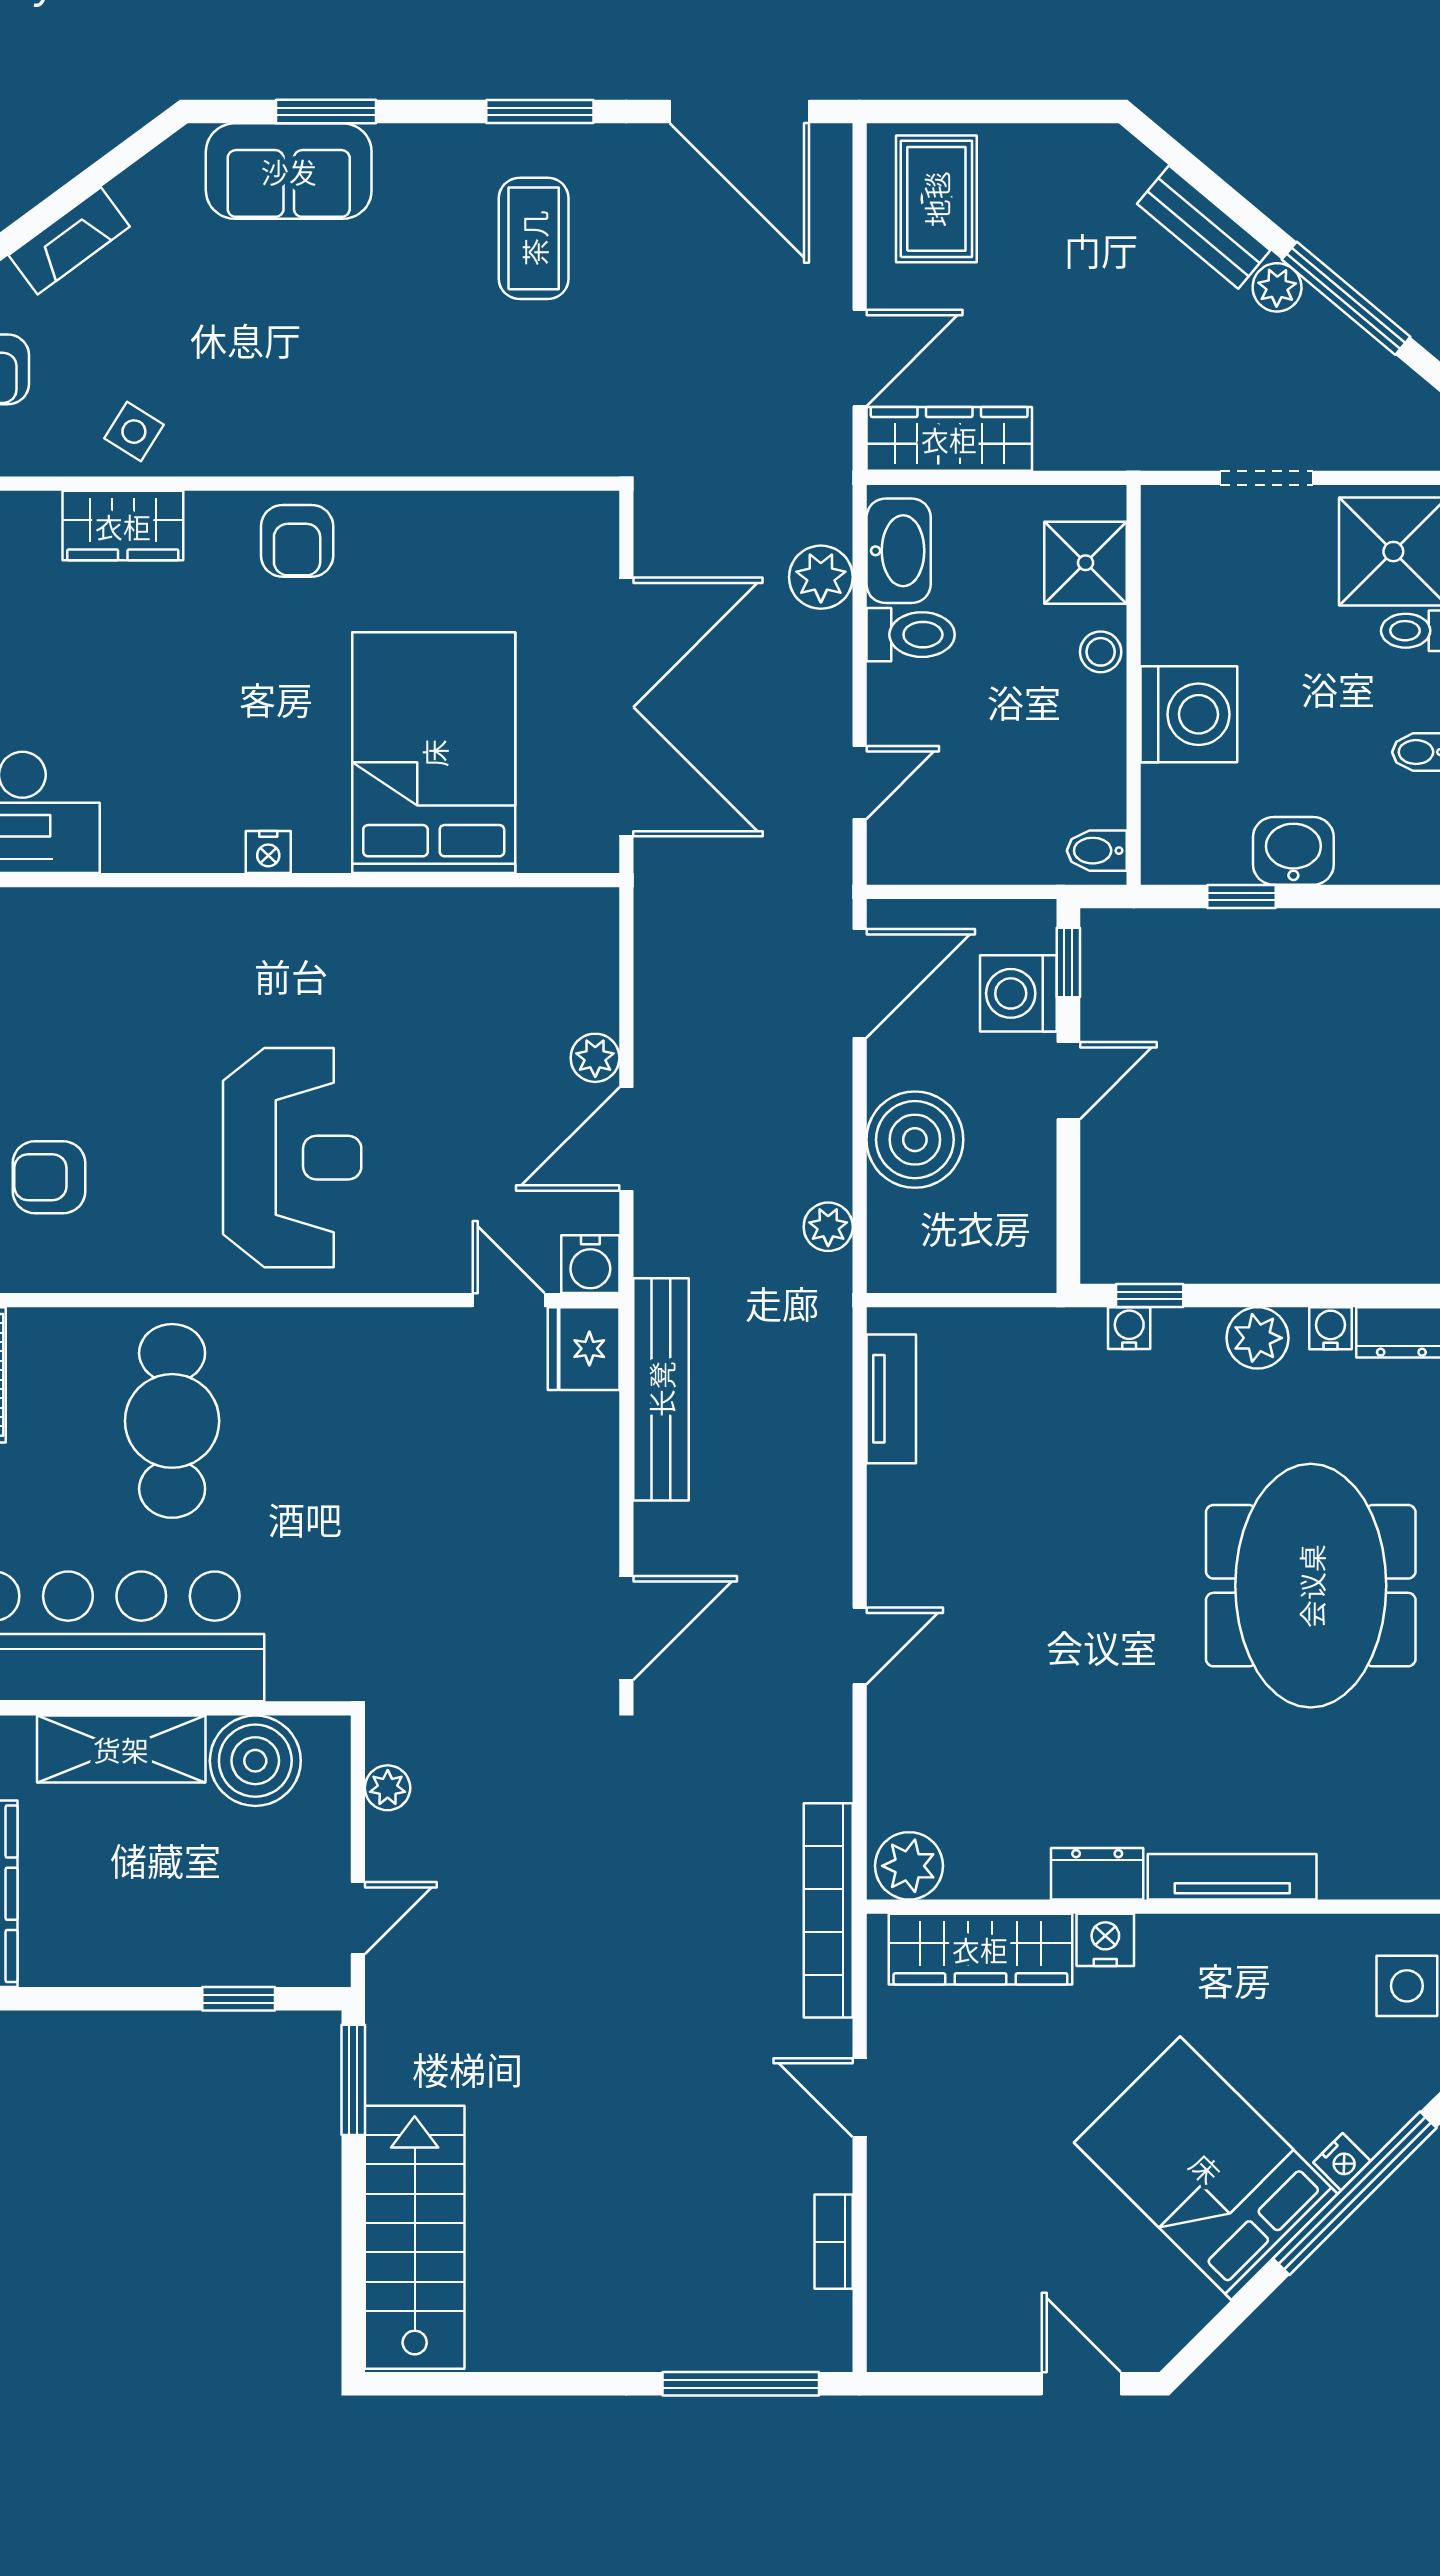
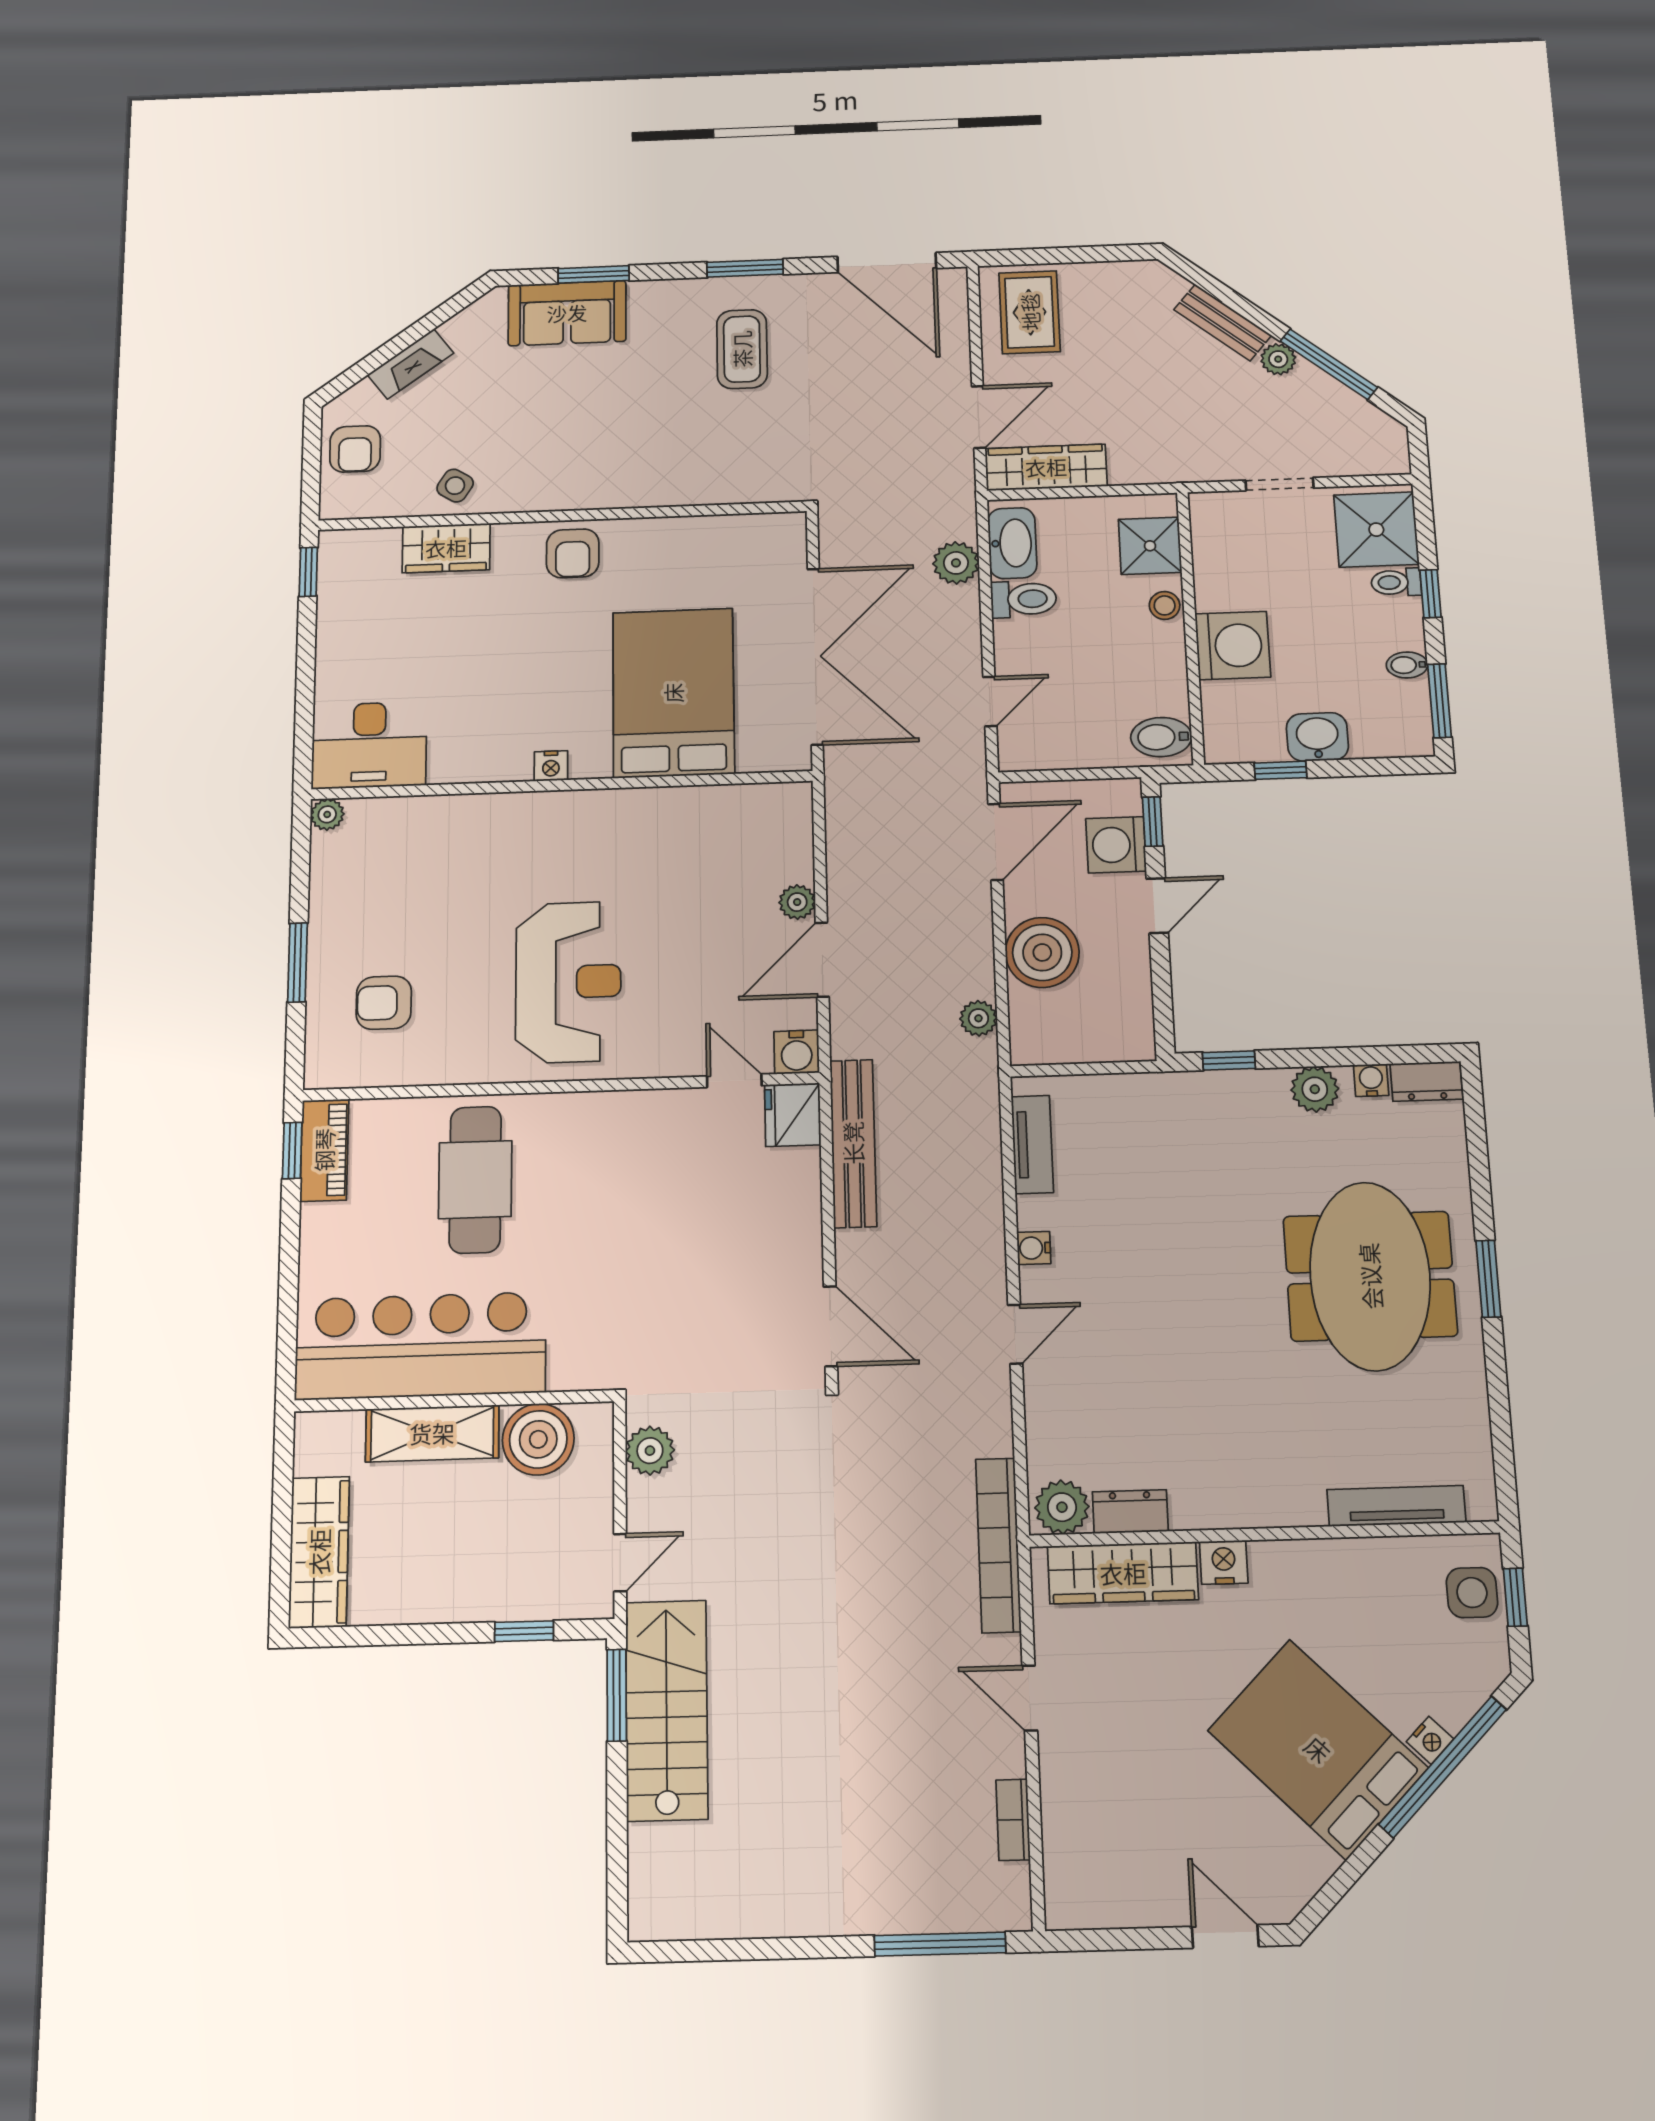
bidet: (1097, 851) -> (1161, 737), width x1.38, depth x1.36
water cooler: (1129, 1328) -> (1034, 1248), moved, turned -90
door: (626, 1628) -> (830, 1326), hinge flipped
plant: (388, 1788) -> (650, 1451), width x1.38, depth x1.38
dresser: (1097, 1874) -> (1130, 1511), moved
tv unit: (1232, 1877) -> (1396, 1506), moved
stairs: (415, 2237) -> (667, 1710), moved

